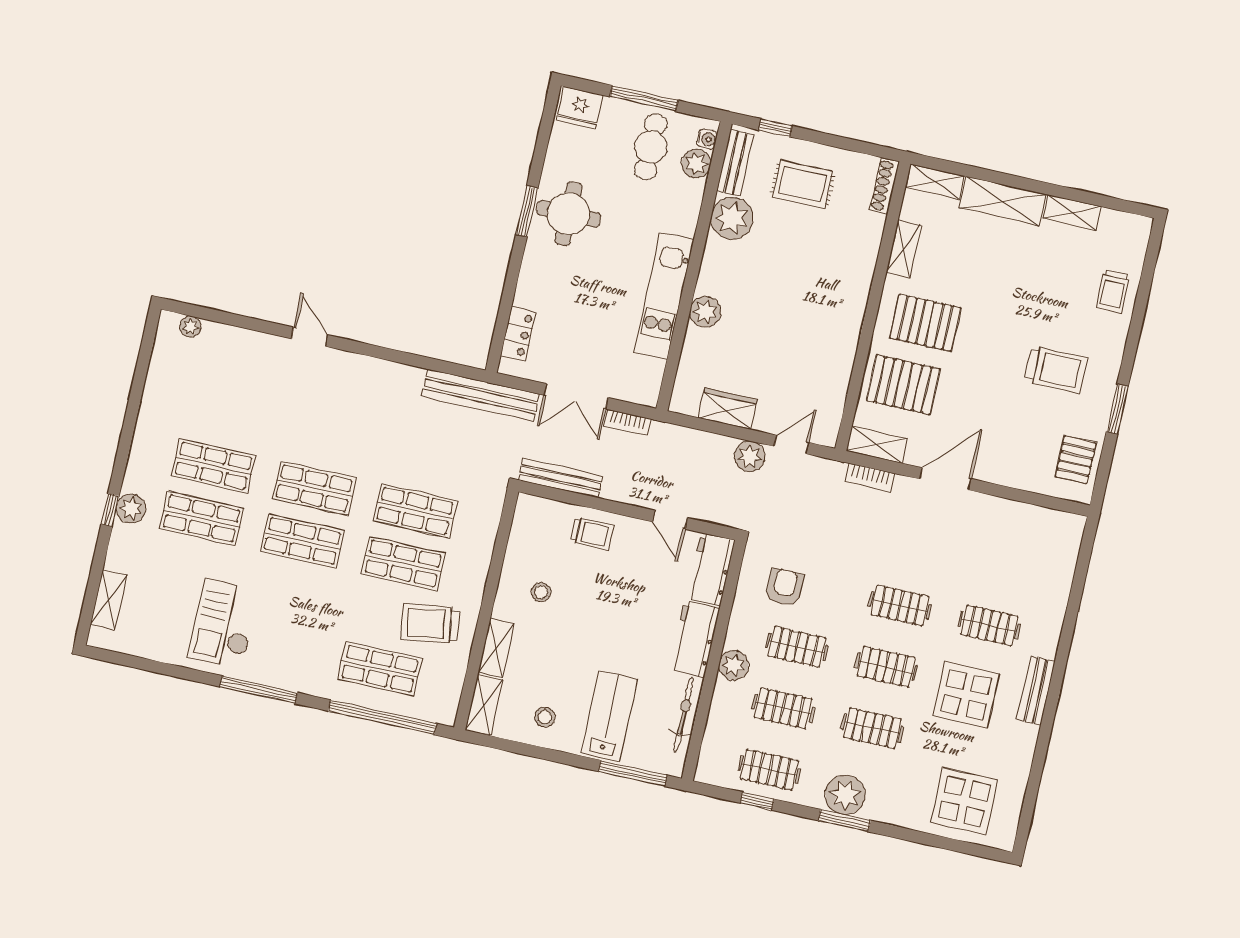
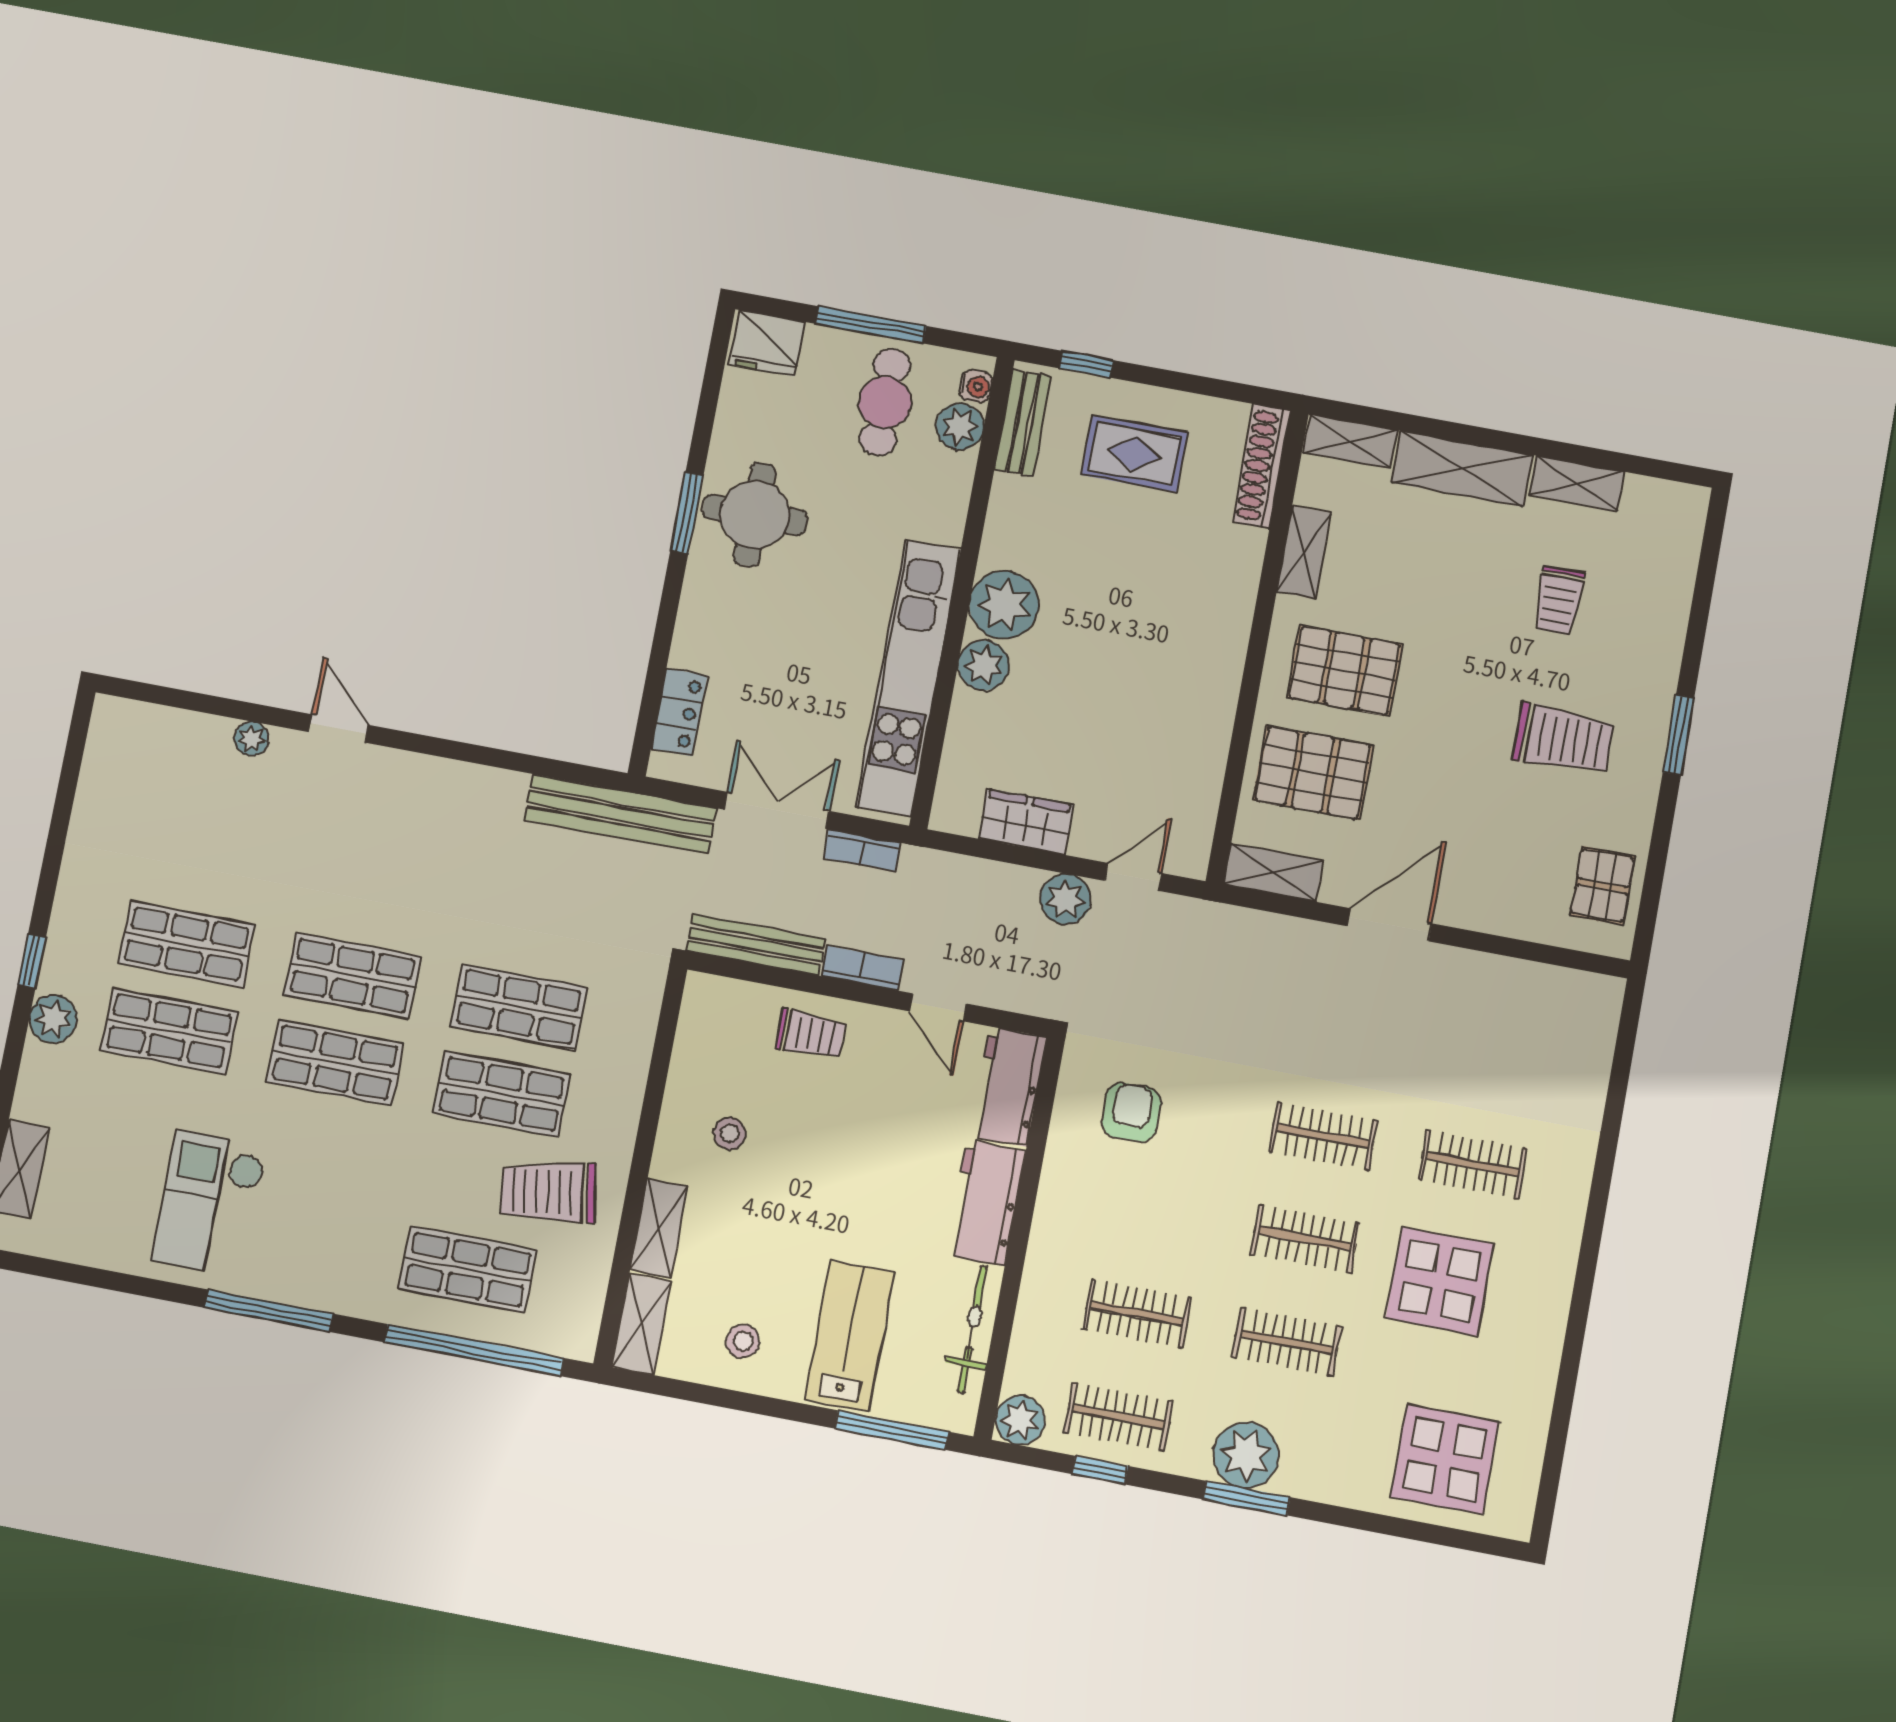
shoe rack: (884, 186) -> (1262, 466), width x1.36, depth x1.24
plant: (732, 218) -> (1004, 605), moved
trolley: (1113, 291) -> (1559, 601), moved
kitchen unit: (664, 296) -> (908, 678), width x1.36
plant: (190, 327) -> (251, 739), moved
double door: (576, 396) -> (777, 810), swing flipped
window: (1117, 409) -> (1679, 735), moved
bookcase: (870, 477) -> (863, 968), moved, turned 180
window: (110, 510) -> (32, 961), moved
clothes rail: (797, 647) -> (1156, 1210), removed
plant: (734, 665) -> (1020, 1420), moved
bench: (1036, 691) -> (1556, 1271), removed

